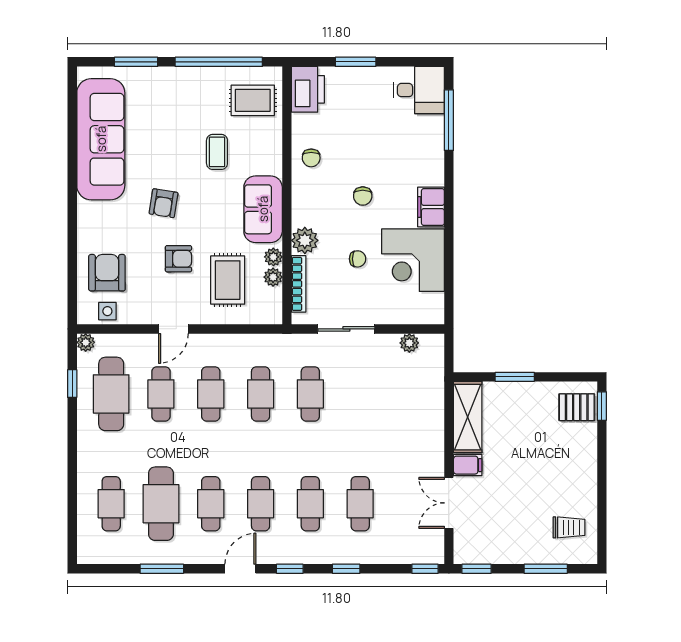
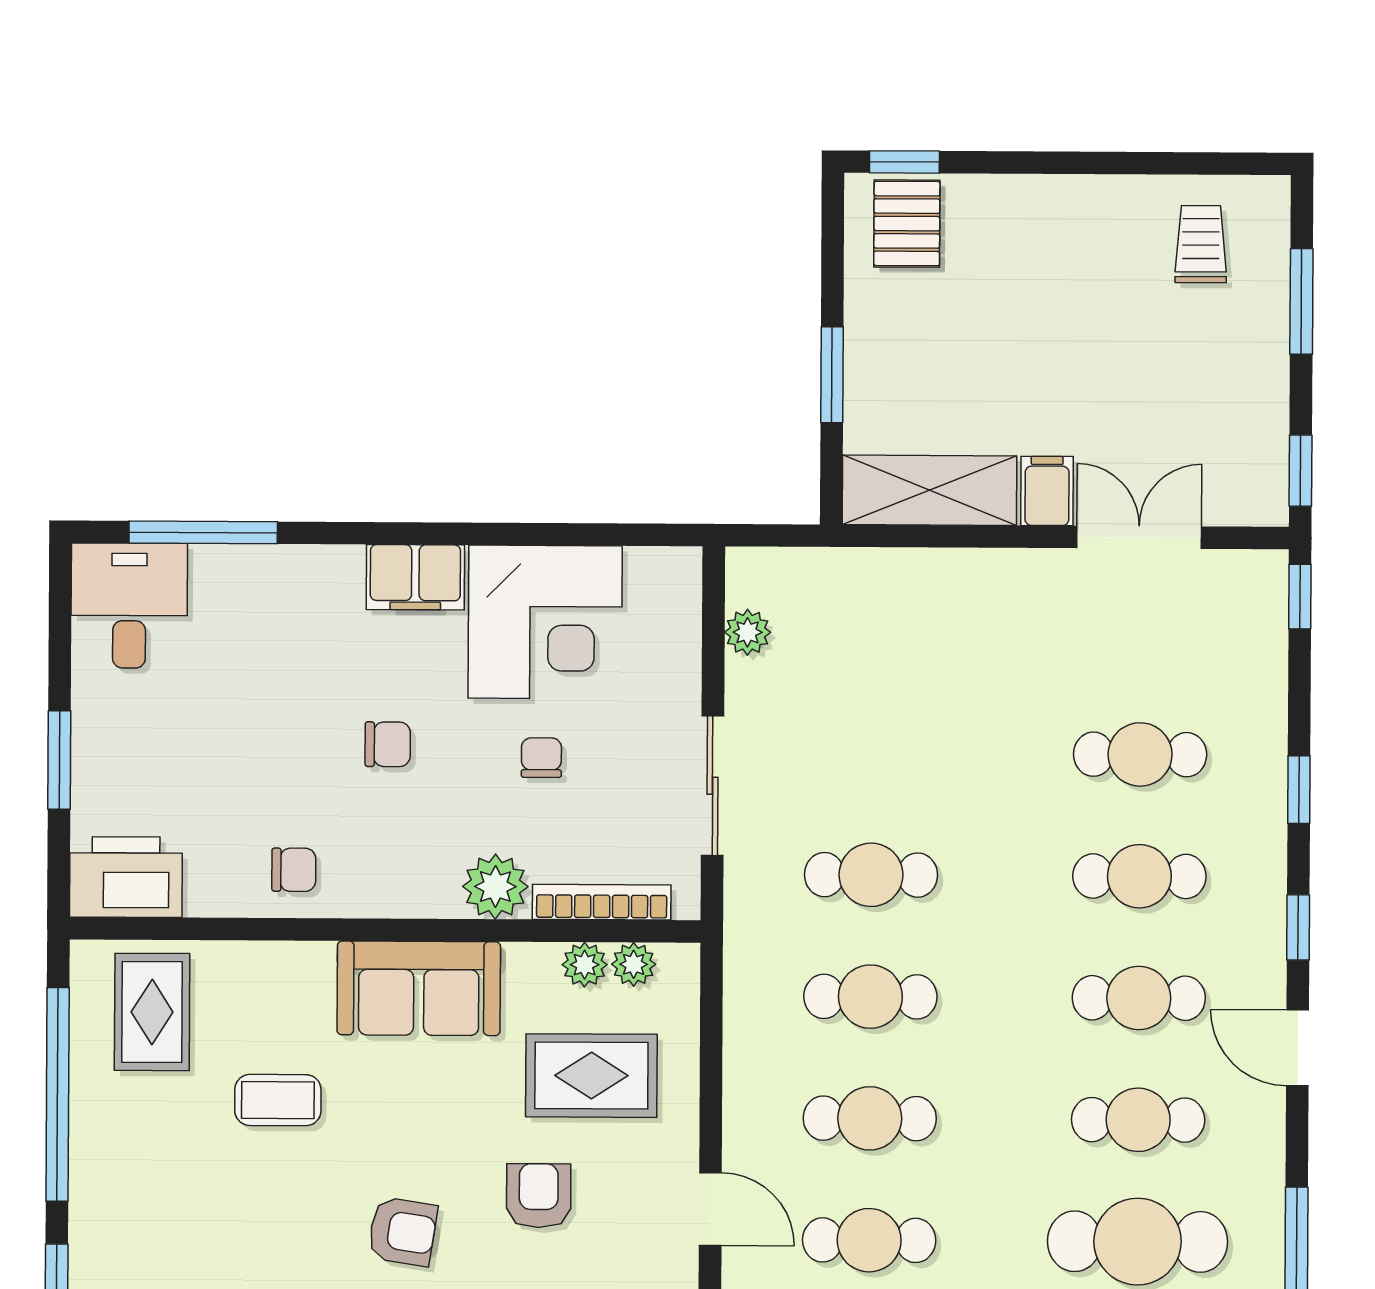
plant: (273, 257) -> (634, 964), moved
double door: (449, 503) -> (1139, 537), swing flipped

